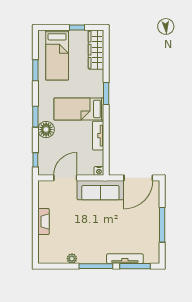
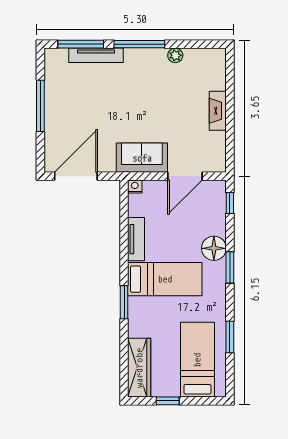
sofa: (100, 190) -> (142, 158), width x0.73

